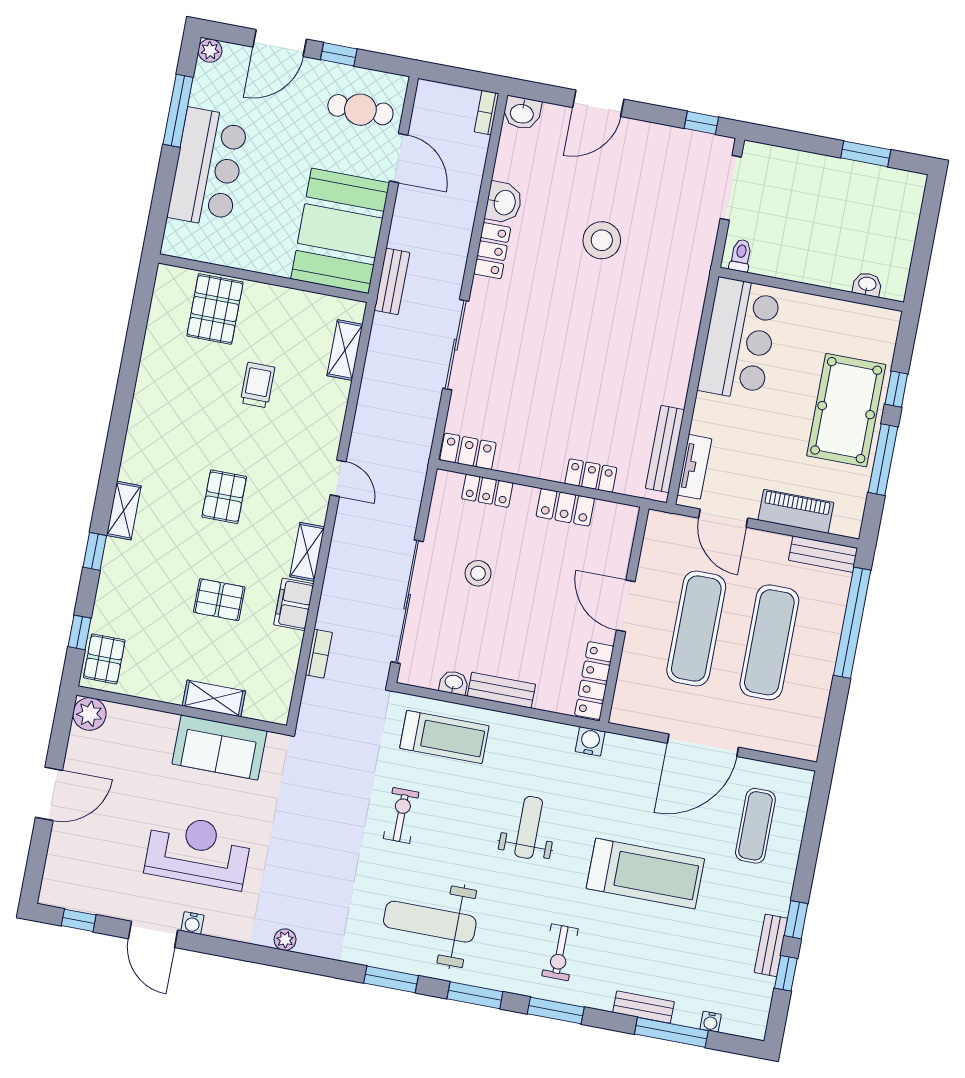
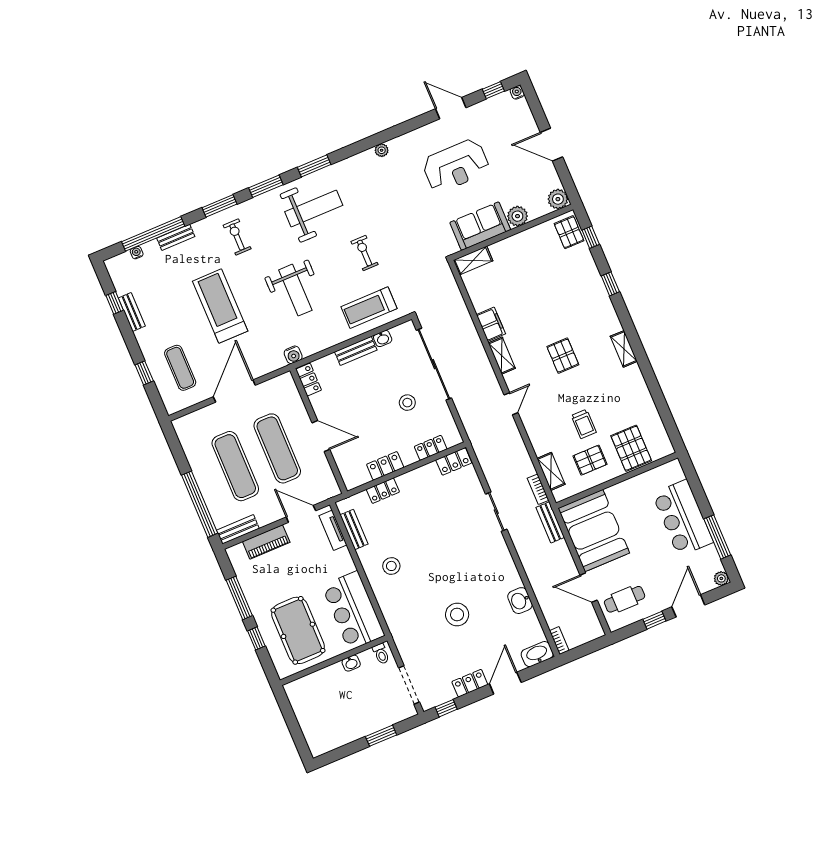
washbasin: (522, 113) -> (537, 654), width x1.38
window: (866, 154) -> (381, 736), moved
locker: (492, 251) -> (470, 683), moved, turned 90
washbasin: (867, 284) -> (351, 663), moved
sliding door: (456, 345) -> (496, 512), width x0.73
stool: (647, 366) -> (391, 566), added
pool table: (846, 410) -> (298, 630), moved
bench: (665, 449) -> (354, 529), width x0.73
door: (338, 478) -> (511, 404), swing flipped
shelving: (124, 511) -> (624, 349), moved
pallet: (219, 600) -> (590, 460), moved
bookcase: (319, 654) -> (538, 489), moved
locker: (594, 681) -> (308, 380), width x0.66
shelving: (214, 698) -> (473, 260), moved
plant: (160, 727) -> (517, 216), added
door: (49, 794) -> (552, 145), hinge flipped
exercise bike: (401, 815) -> (364, 253), turned 180
weight bench: (529, 827) -> (295, 290), width x1.36, depth x1.33
treadmill: (645, 874) -> (220, 306), turned 90
window: (796, 920) -> (144, 373), moved
water cooler: (192, 923) -> (517, 92), moved
window: (671, 1032) -> (153, 234), width x1.46

